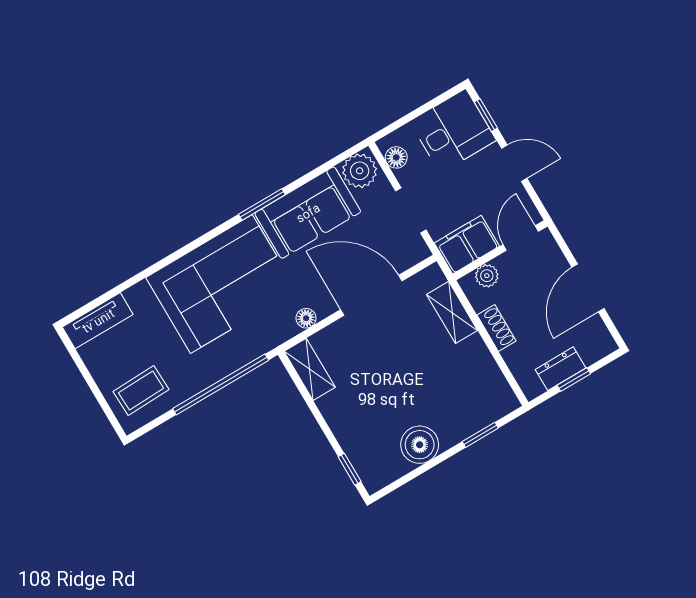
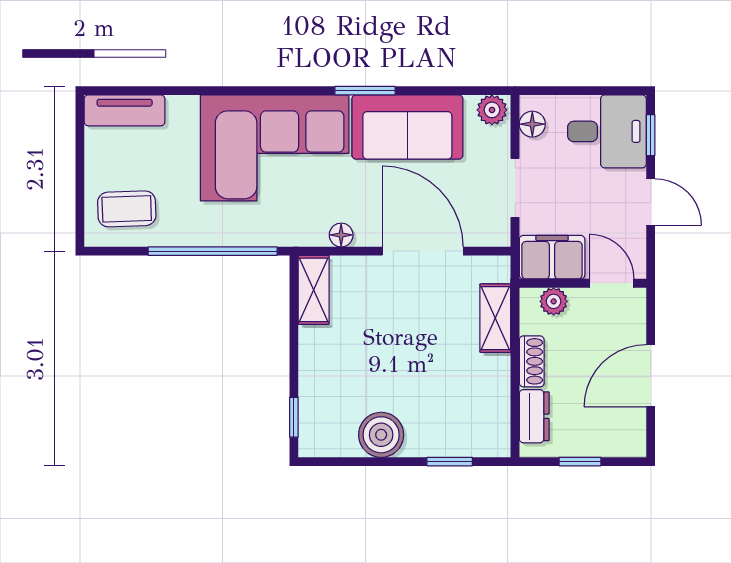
plant: (360, 171) -> (492, 110), width x0.73, depth x0.73
door: (521, 238) -> (612, 283), hinge flipped
dresser: (561, 369) -> (534, 416), moved, turned 90

